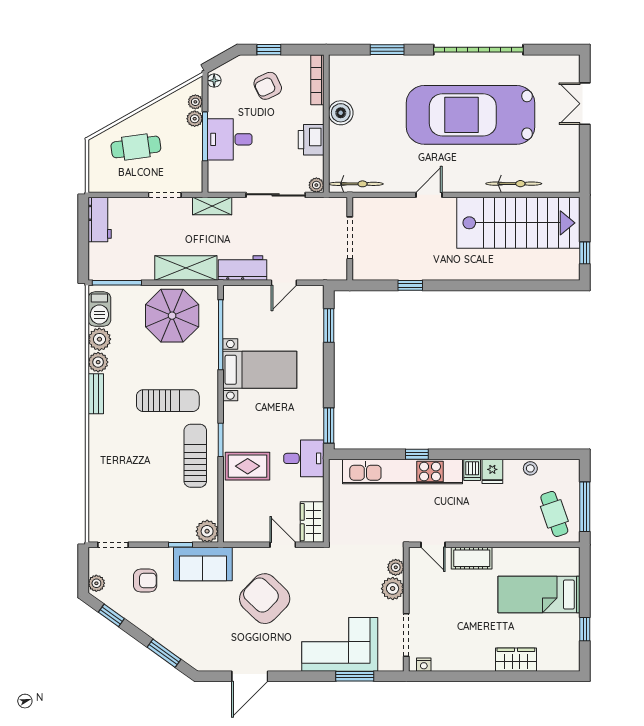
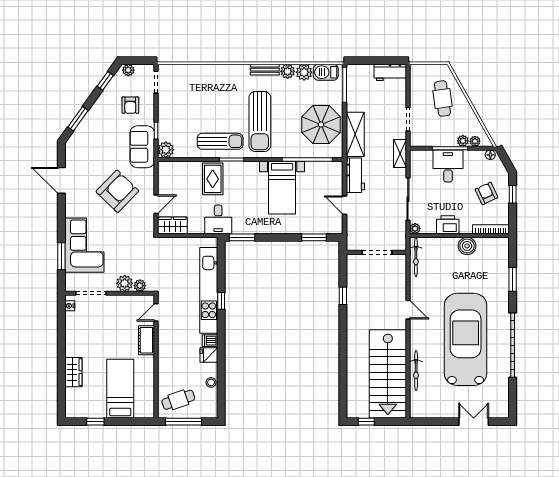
sun lounger: (168, 401) -> (260, 122), width x1.36, depth x1.34

